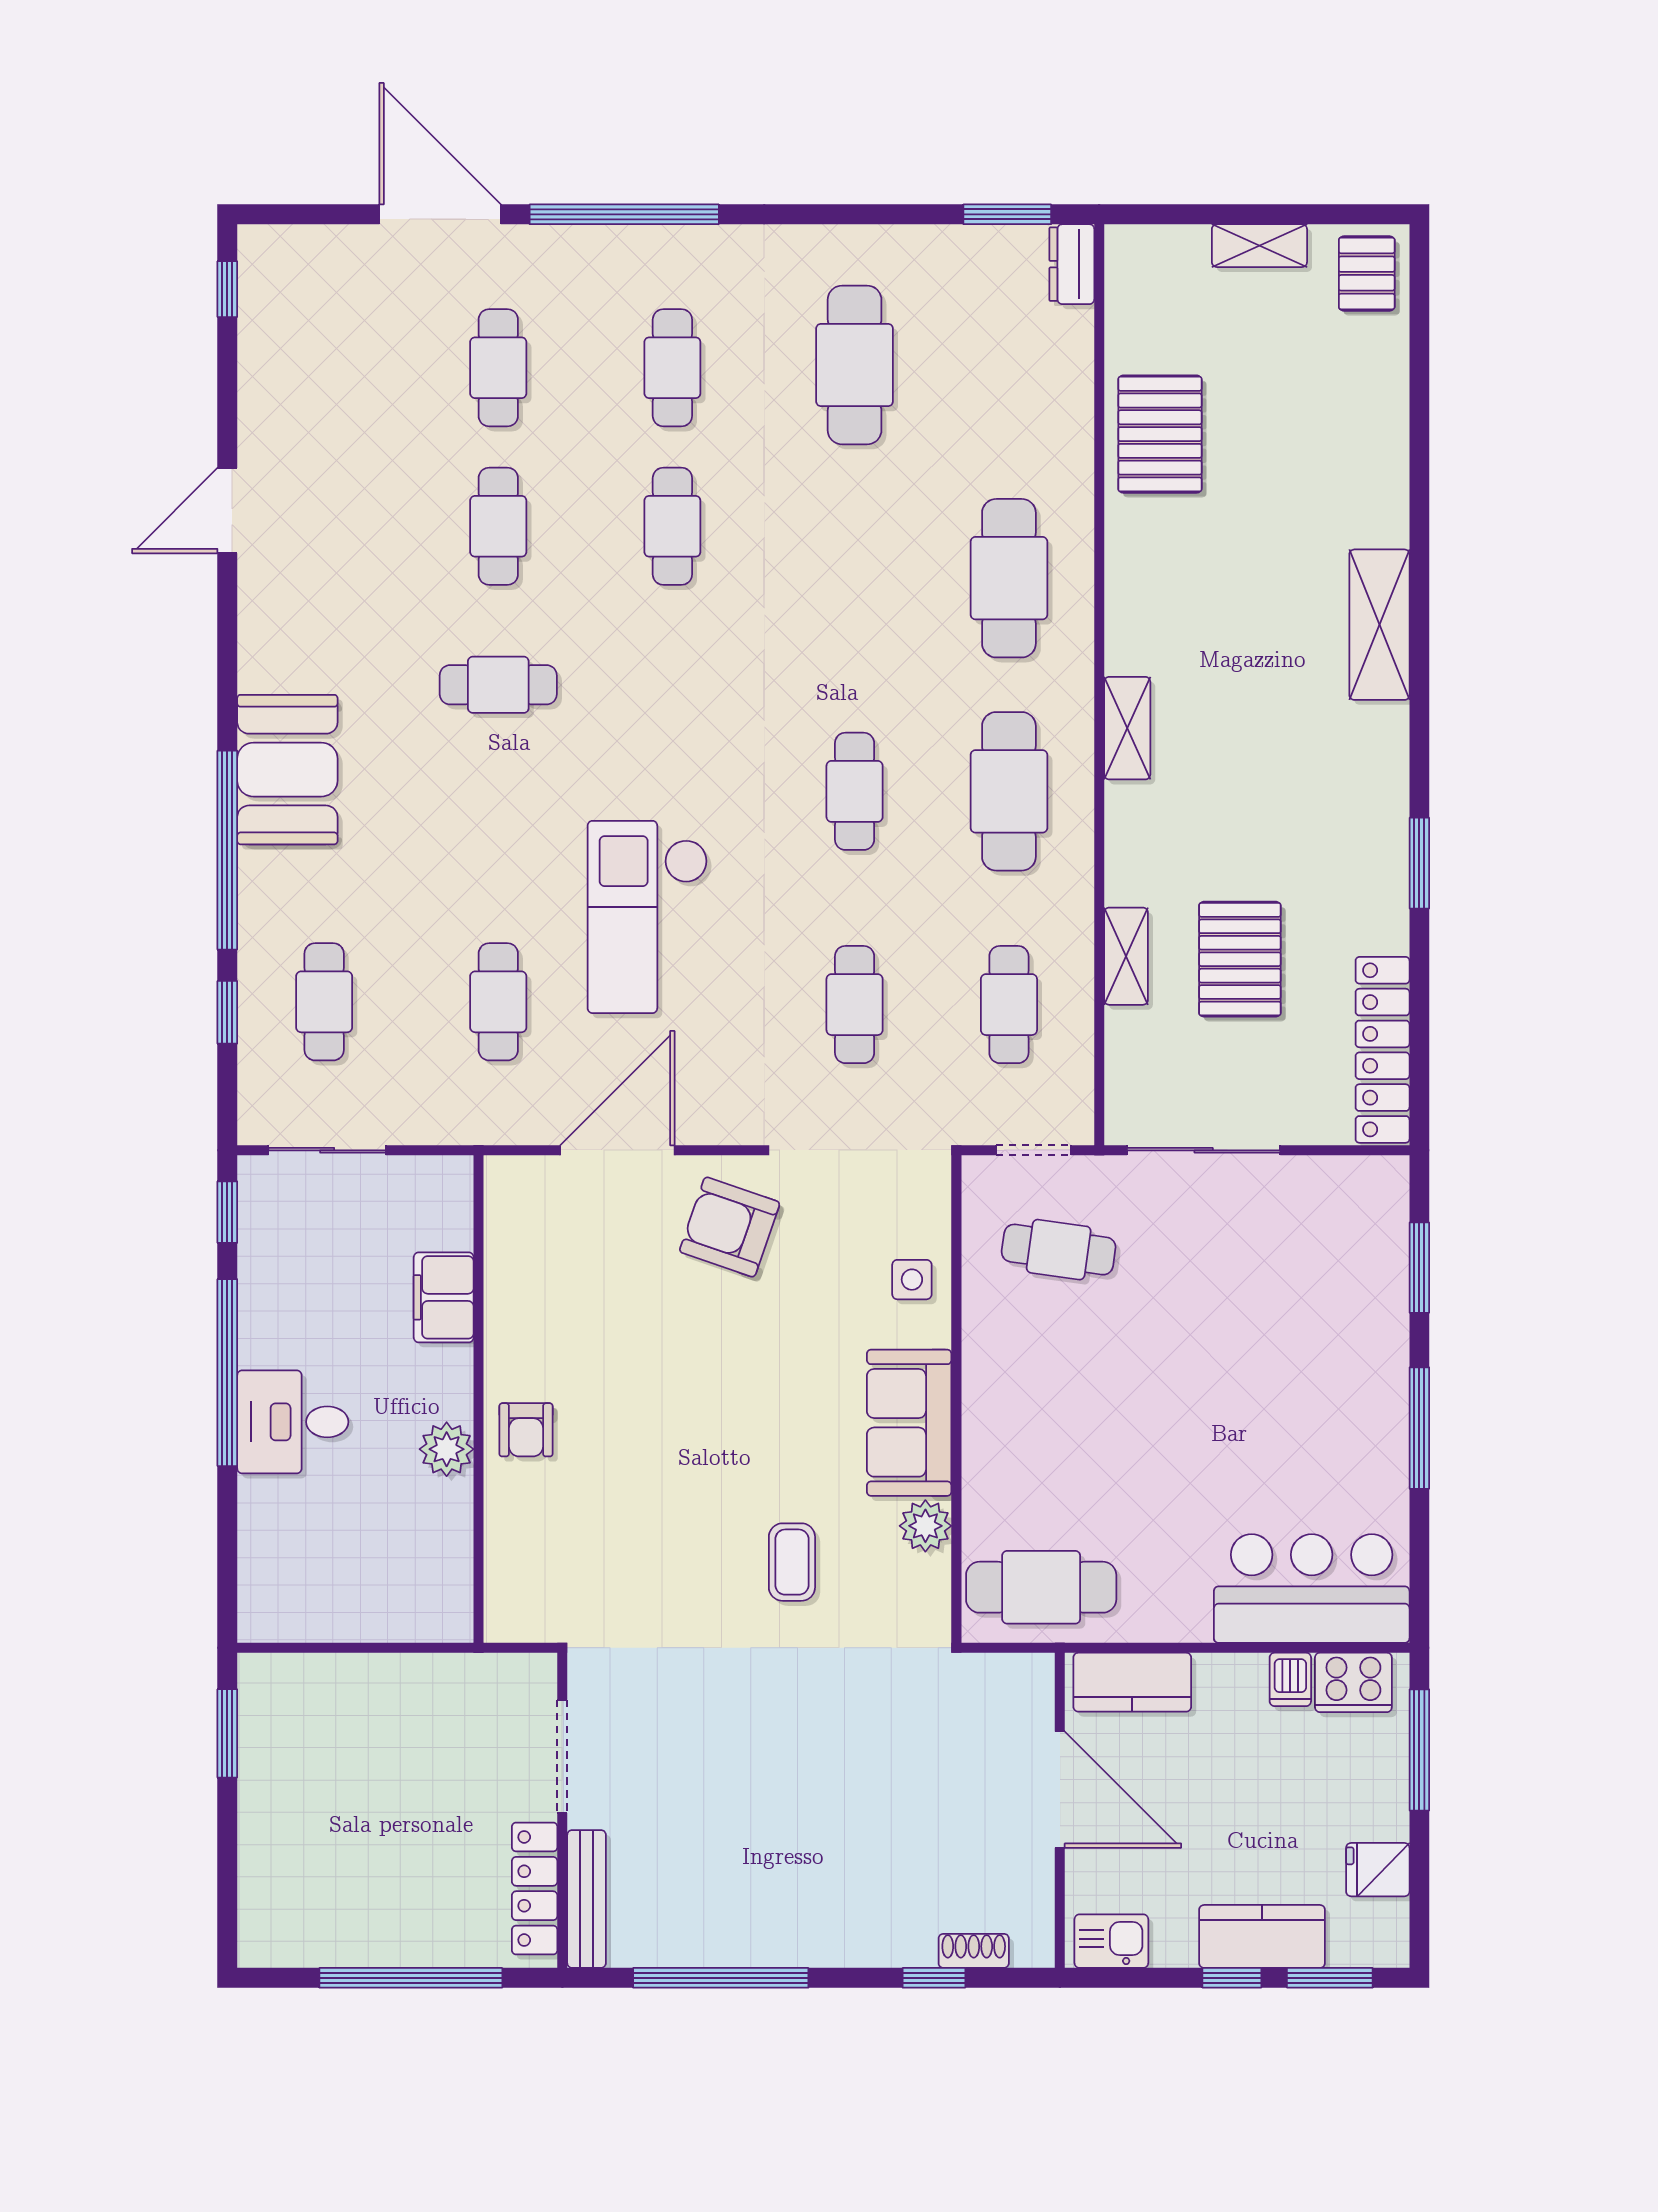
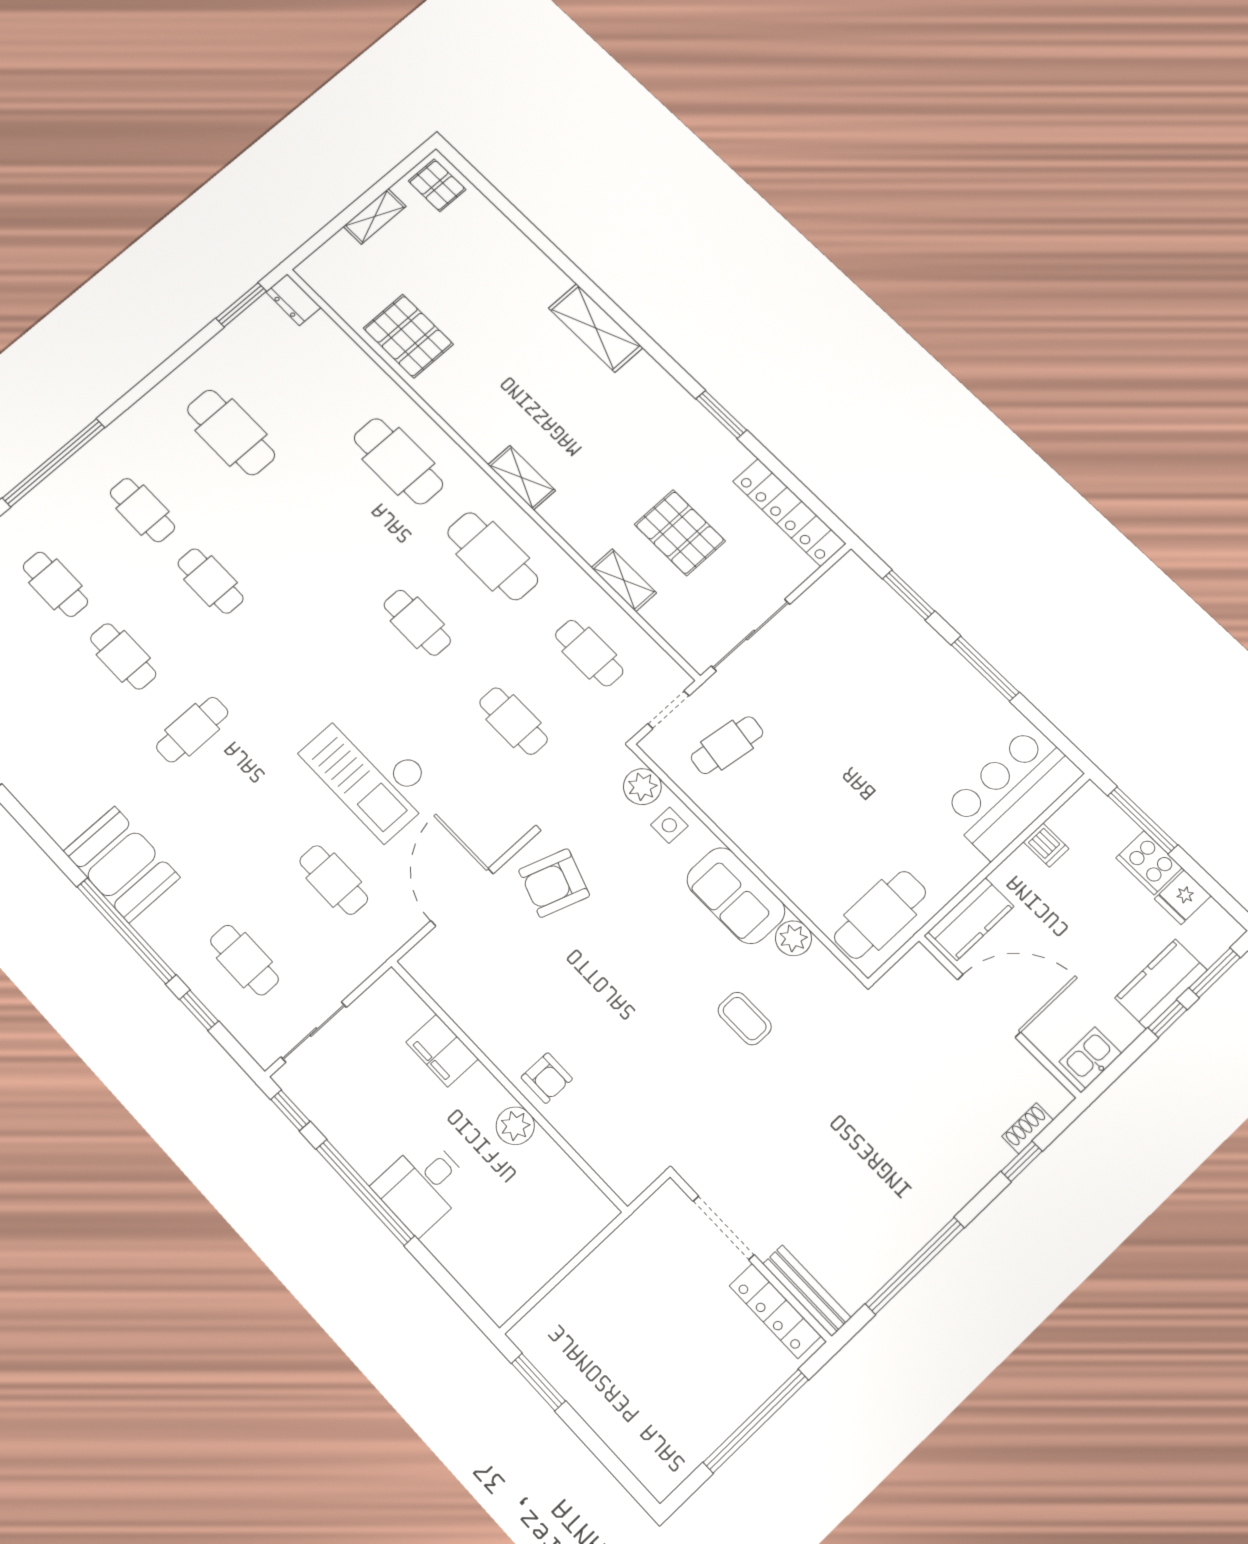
plant: (924, 1210) -> (642, 787), added
cooker: (1353, 1682) -> (1149, 863), moved, turned 90

